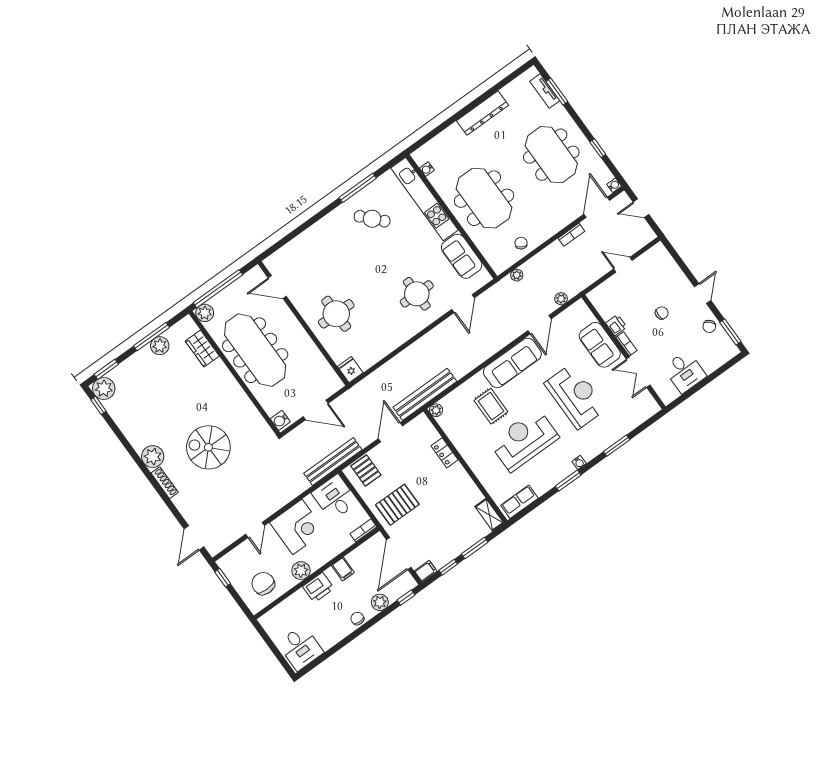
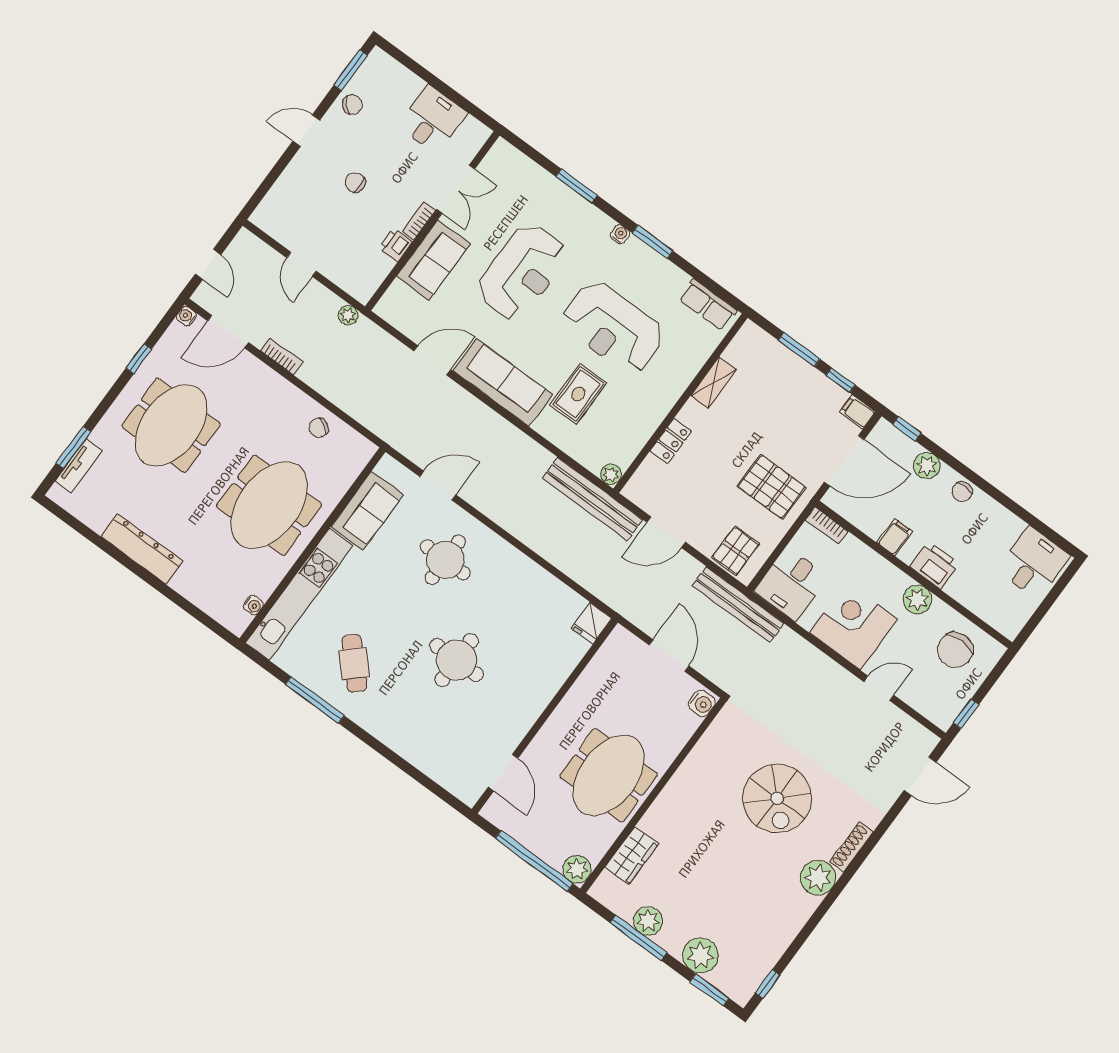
plant: (517, 275) -> (369, 419), removed
plant: (561, 299) -> (348, 315), moved
round table: (336, 314) -> (457, 660), moved
meeting table: (255, 350) -> (609, 775), width x0.73
plant: (104, 389) -> (700, 955), moved
reception desk: (575, 396) -> (522, 272), turned 180
shelving: (489, 515) -> (714, 383), moved

